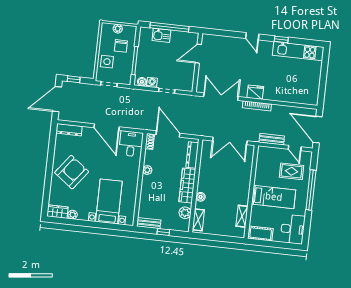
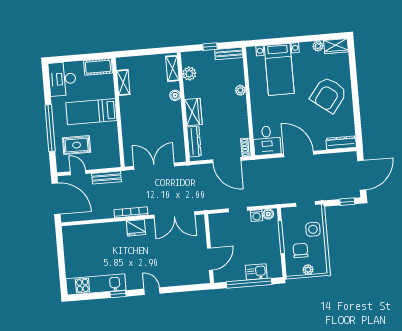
plant: (147, 170) -> (240, 90), moved
wardrobe: (187, 186) -> (193, 112), width x0.67

